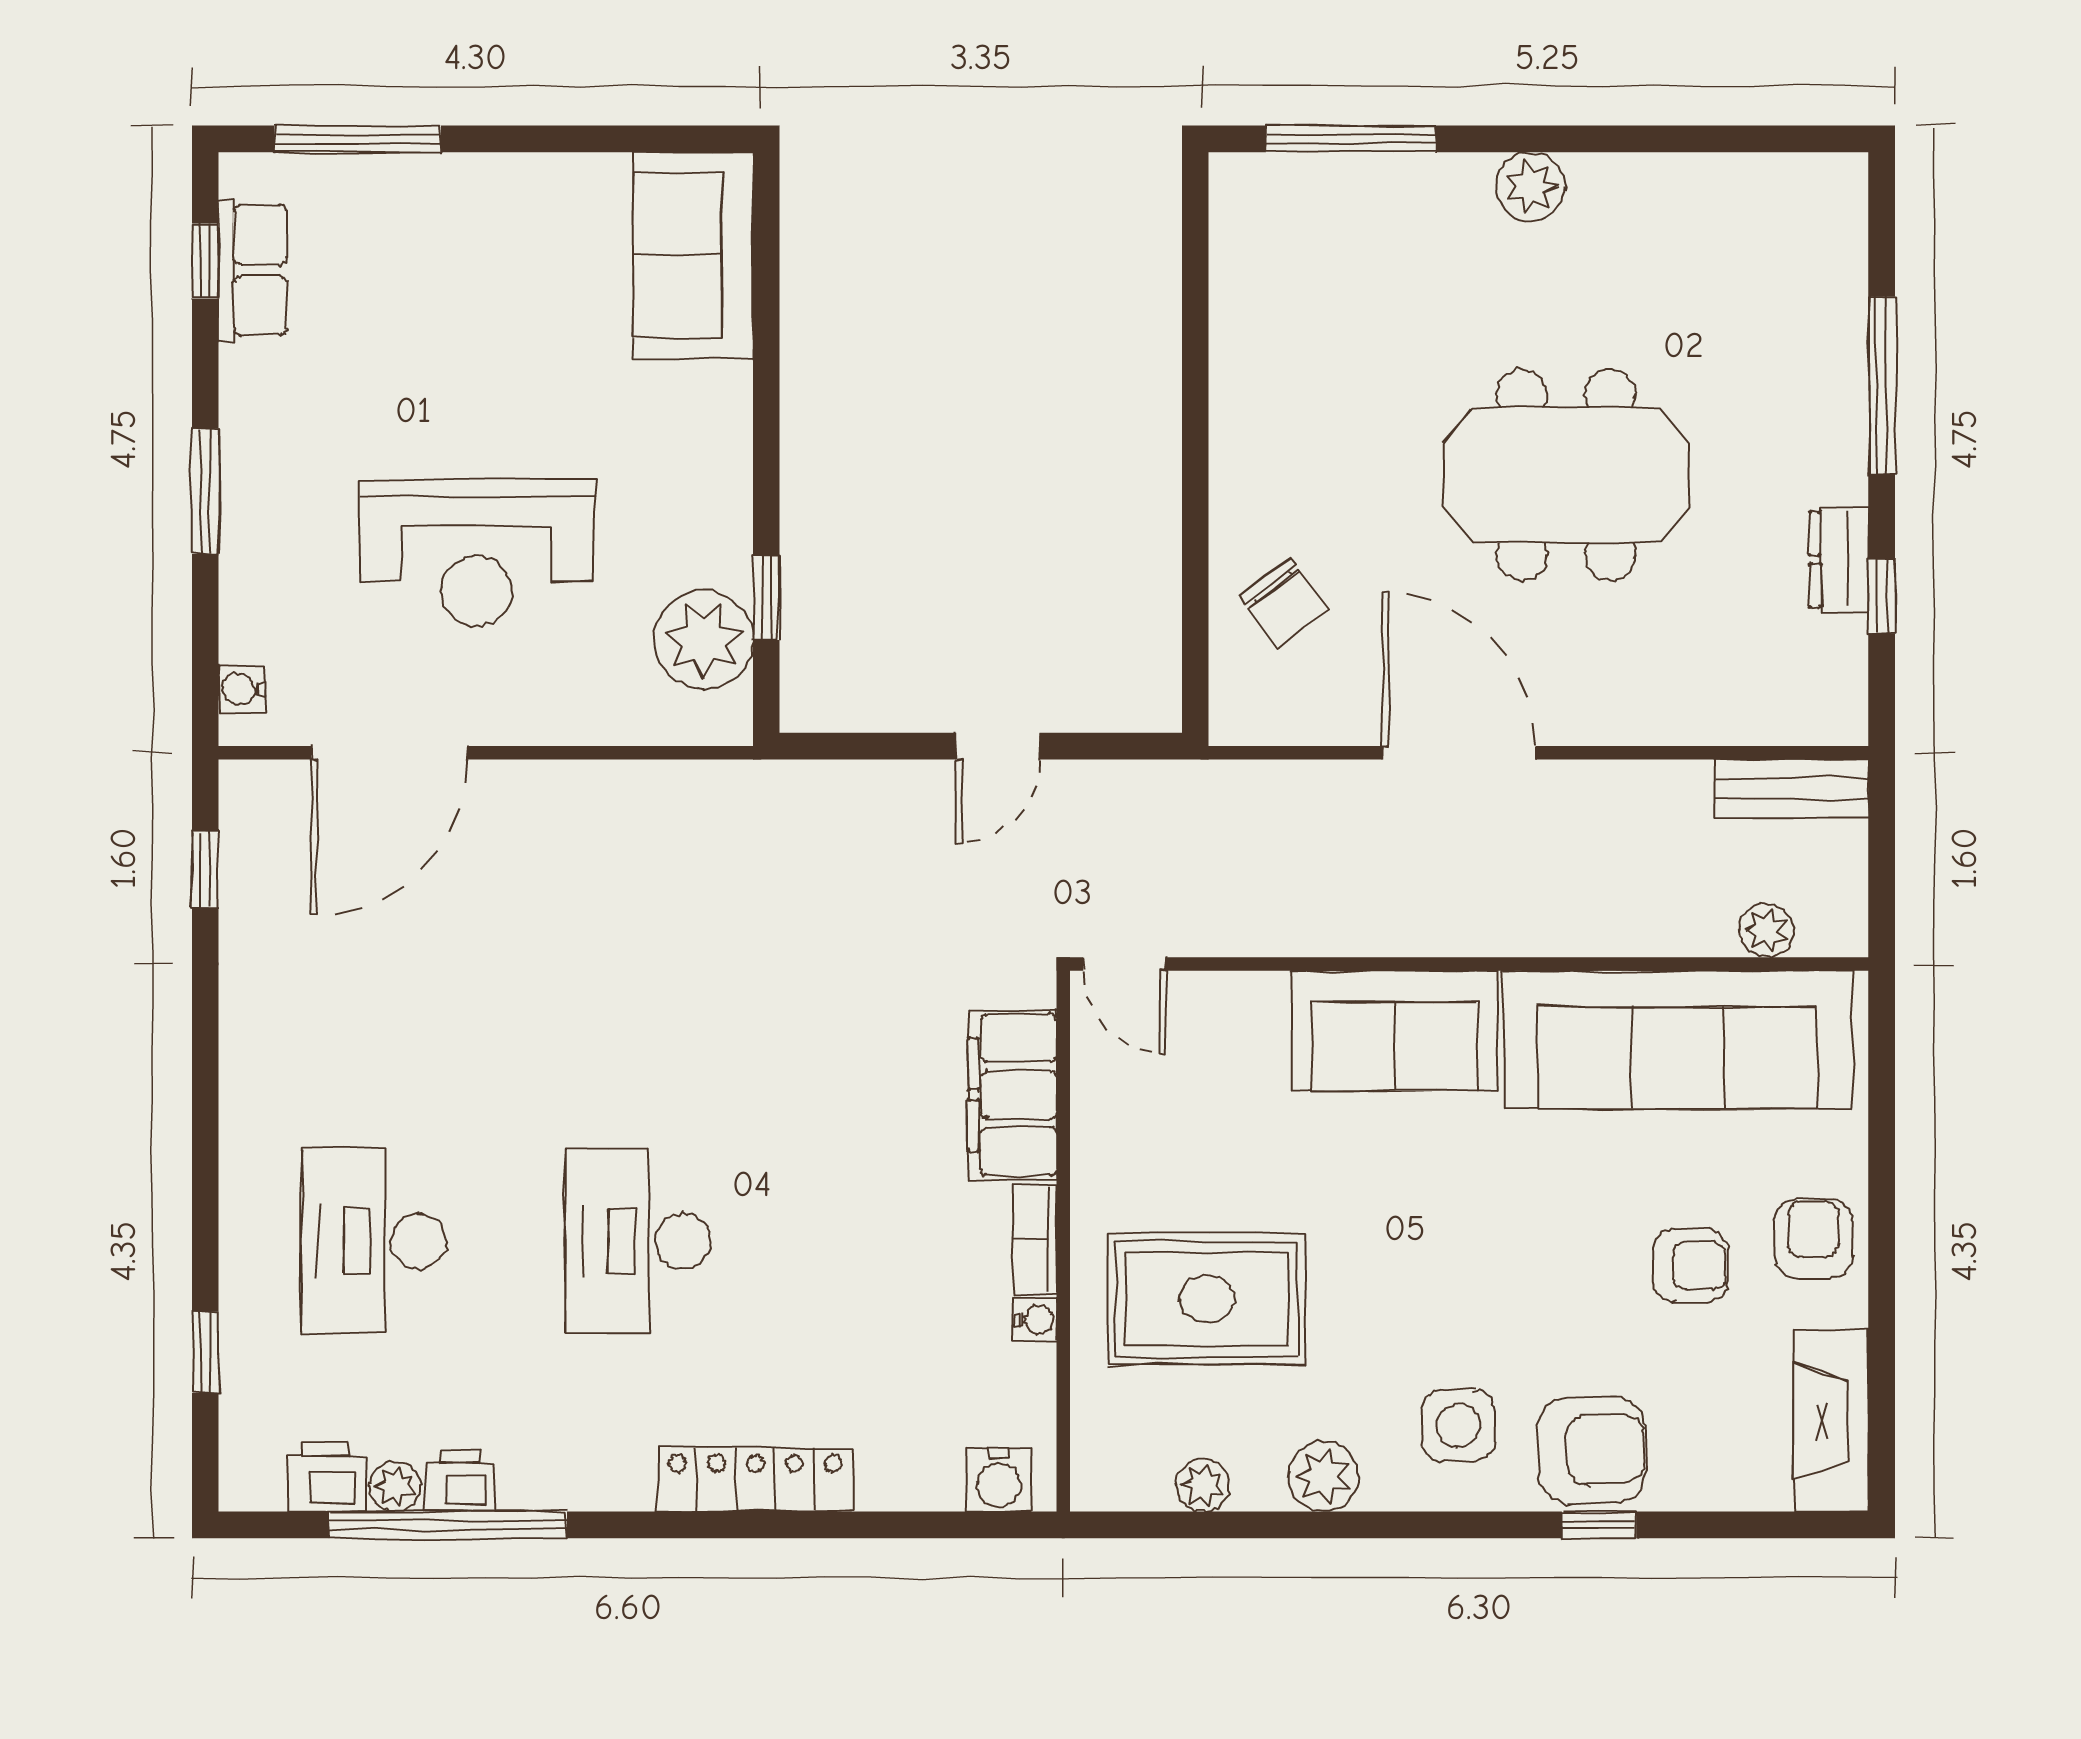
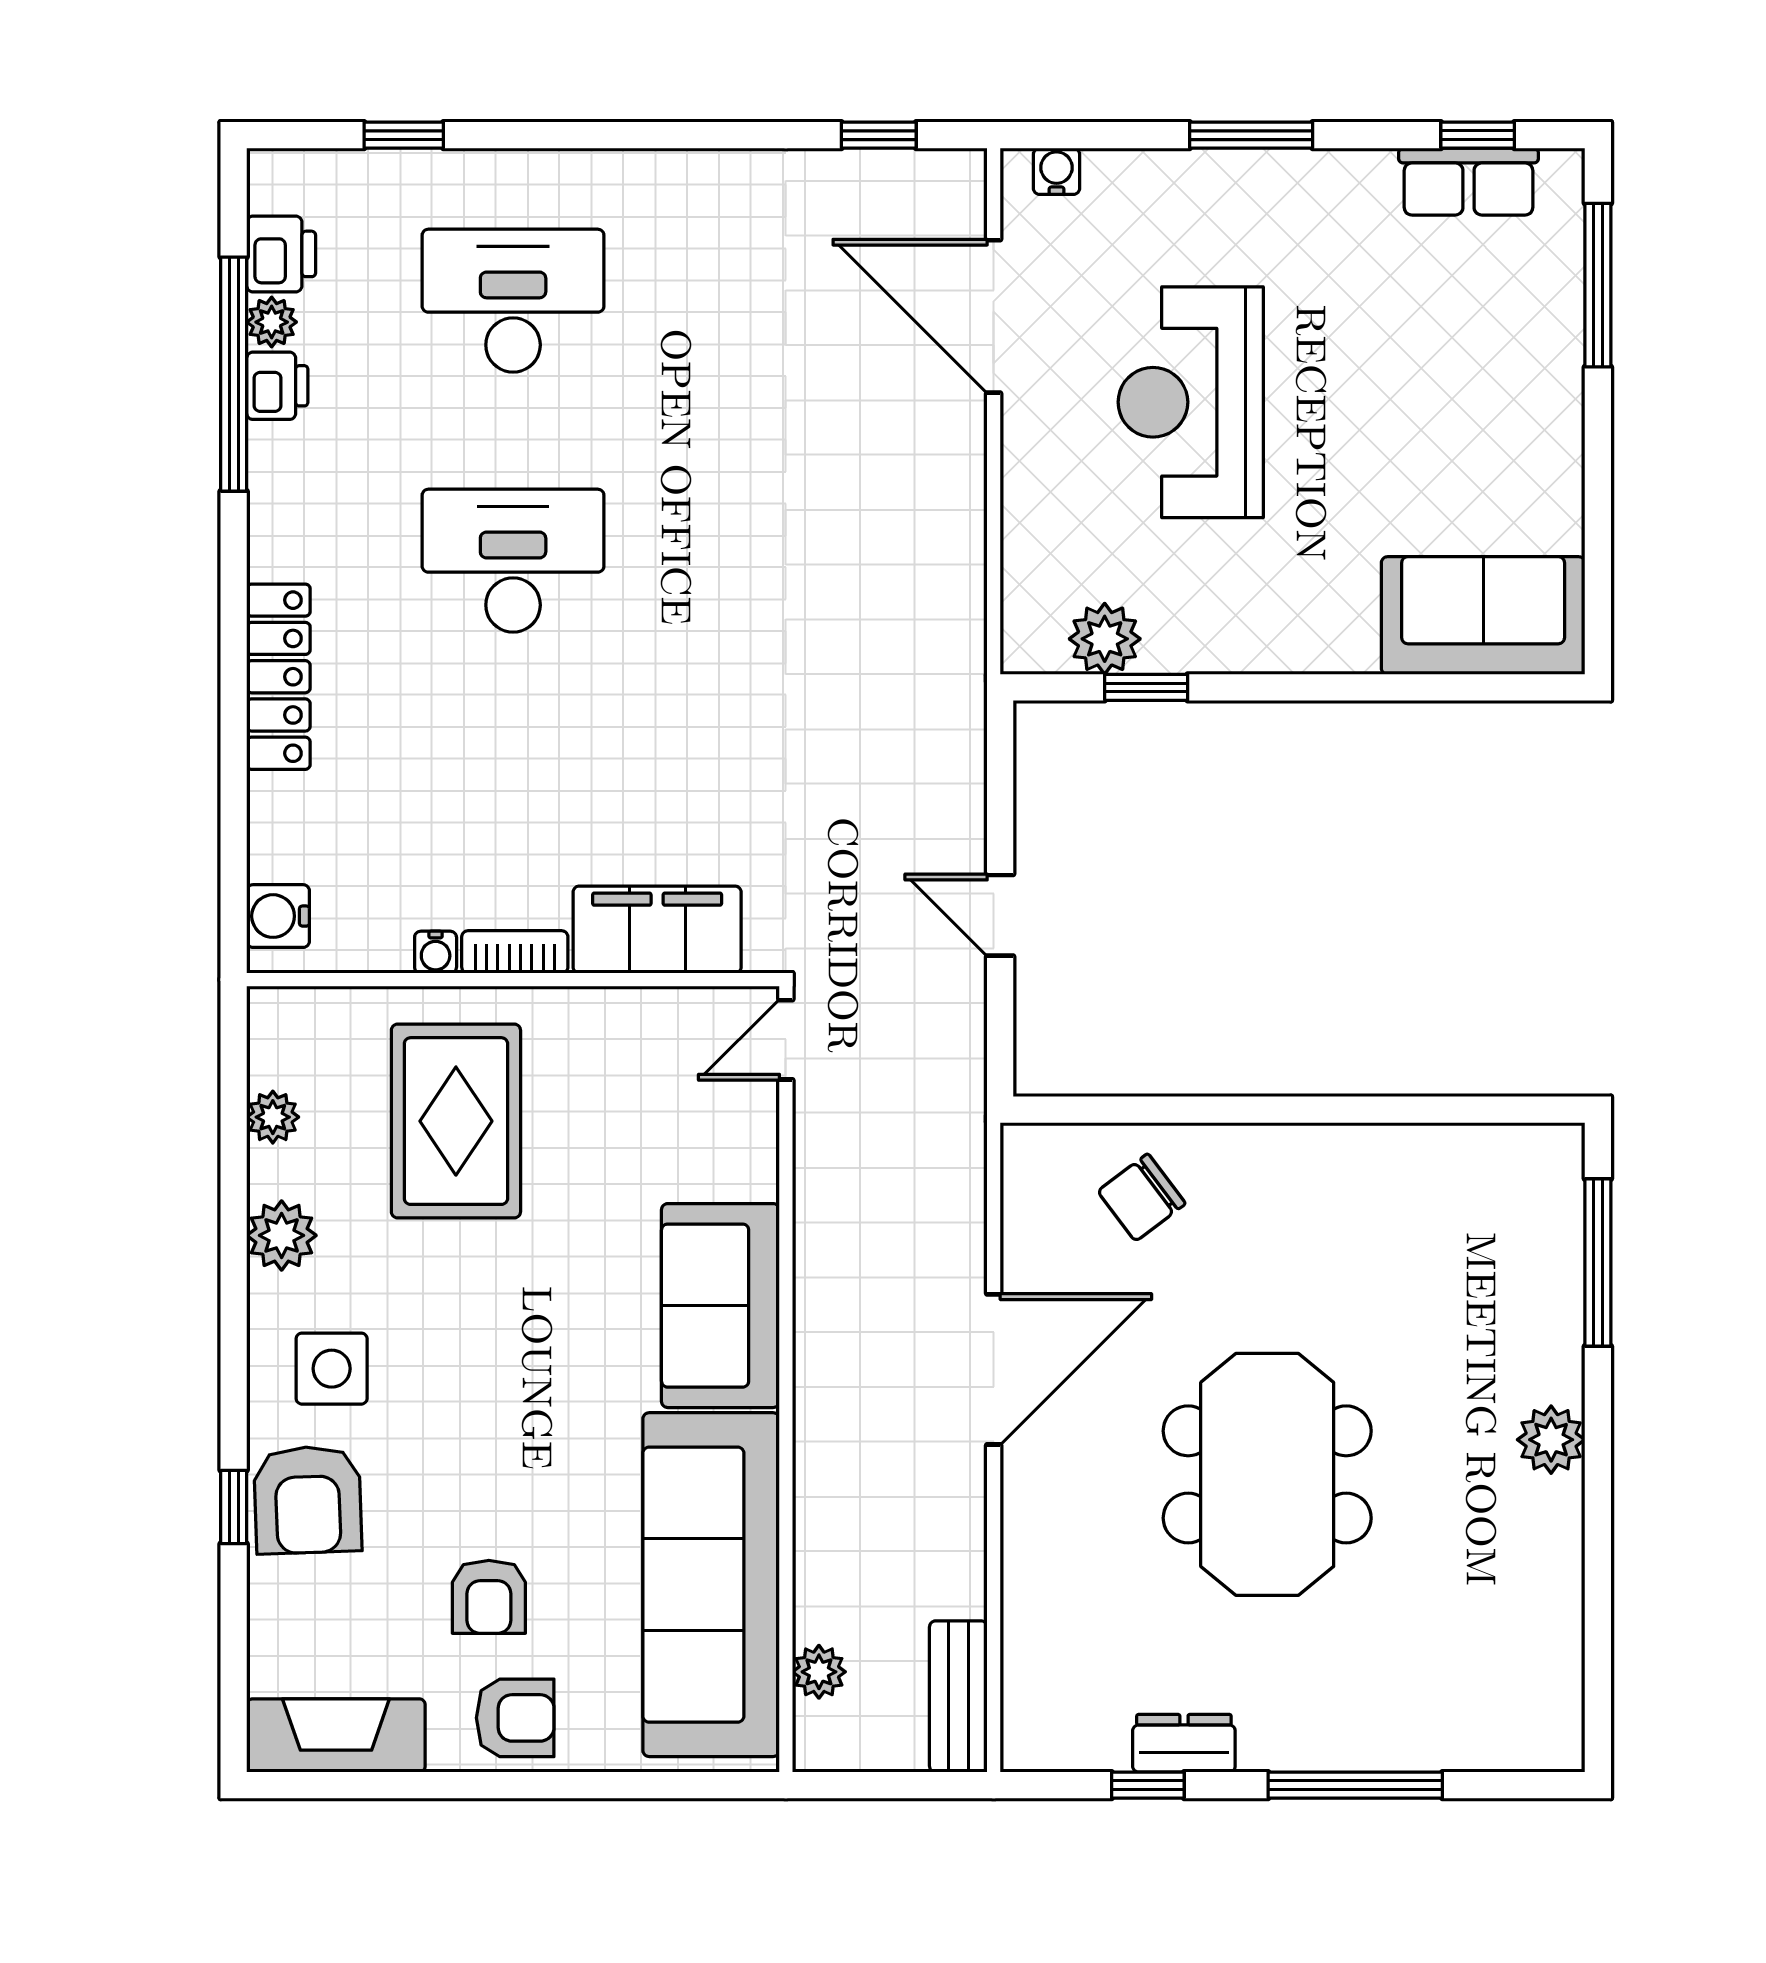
plant: (704, 640) -> (1105, 639), width x0.73, depth x0.73

